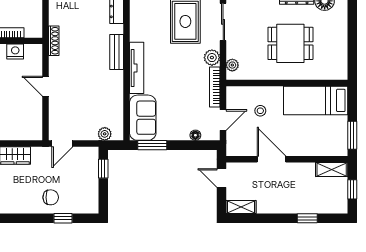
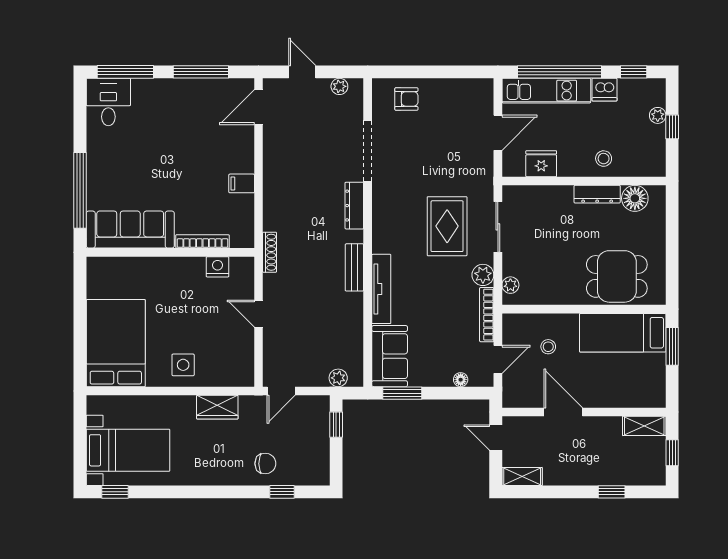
dining table: (290, 43) -> (617, 276), moved
window: (352, 135) -> (672, 346), moved

